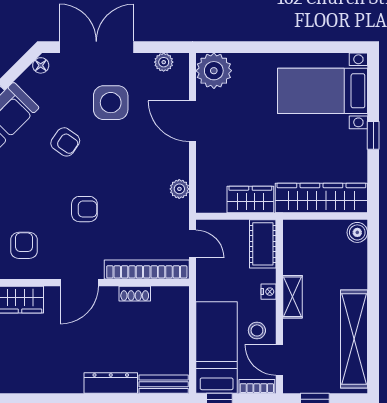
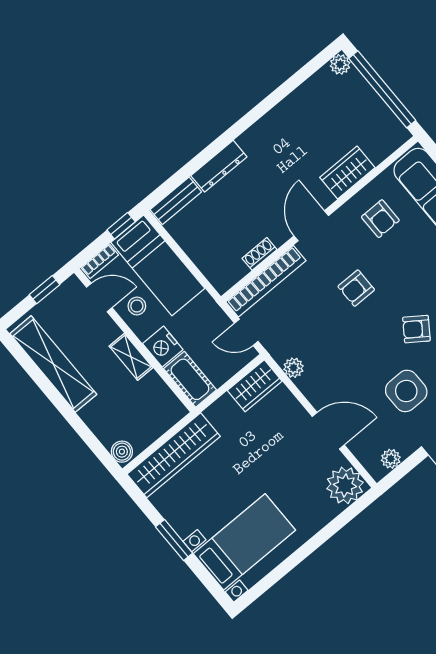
window: (373, 135) -> (174, 540), width x1.50
wardrobe: (250, 199) -> (255, 386), moved
nightstand: (269, 292) -> (163, 347), width x1.89, depth x1.79

